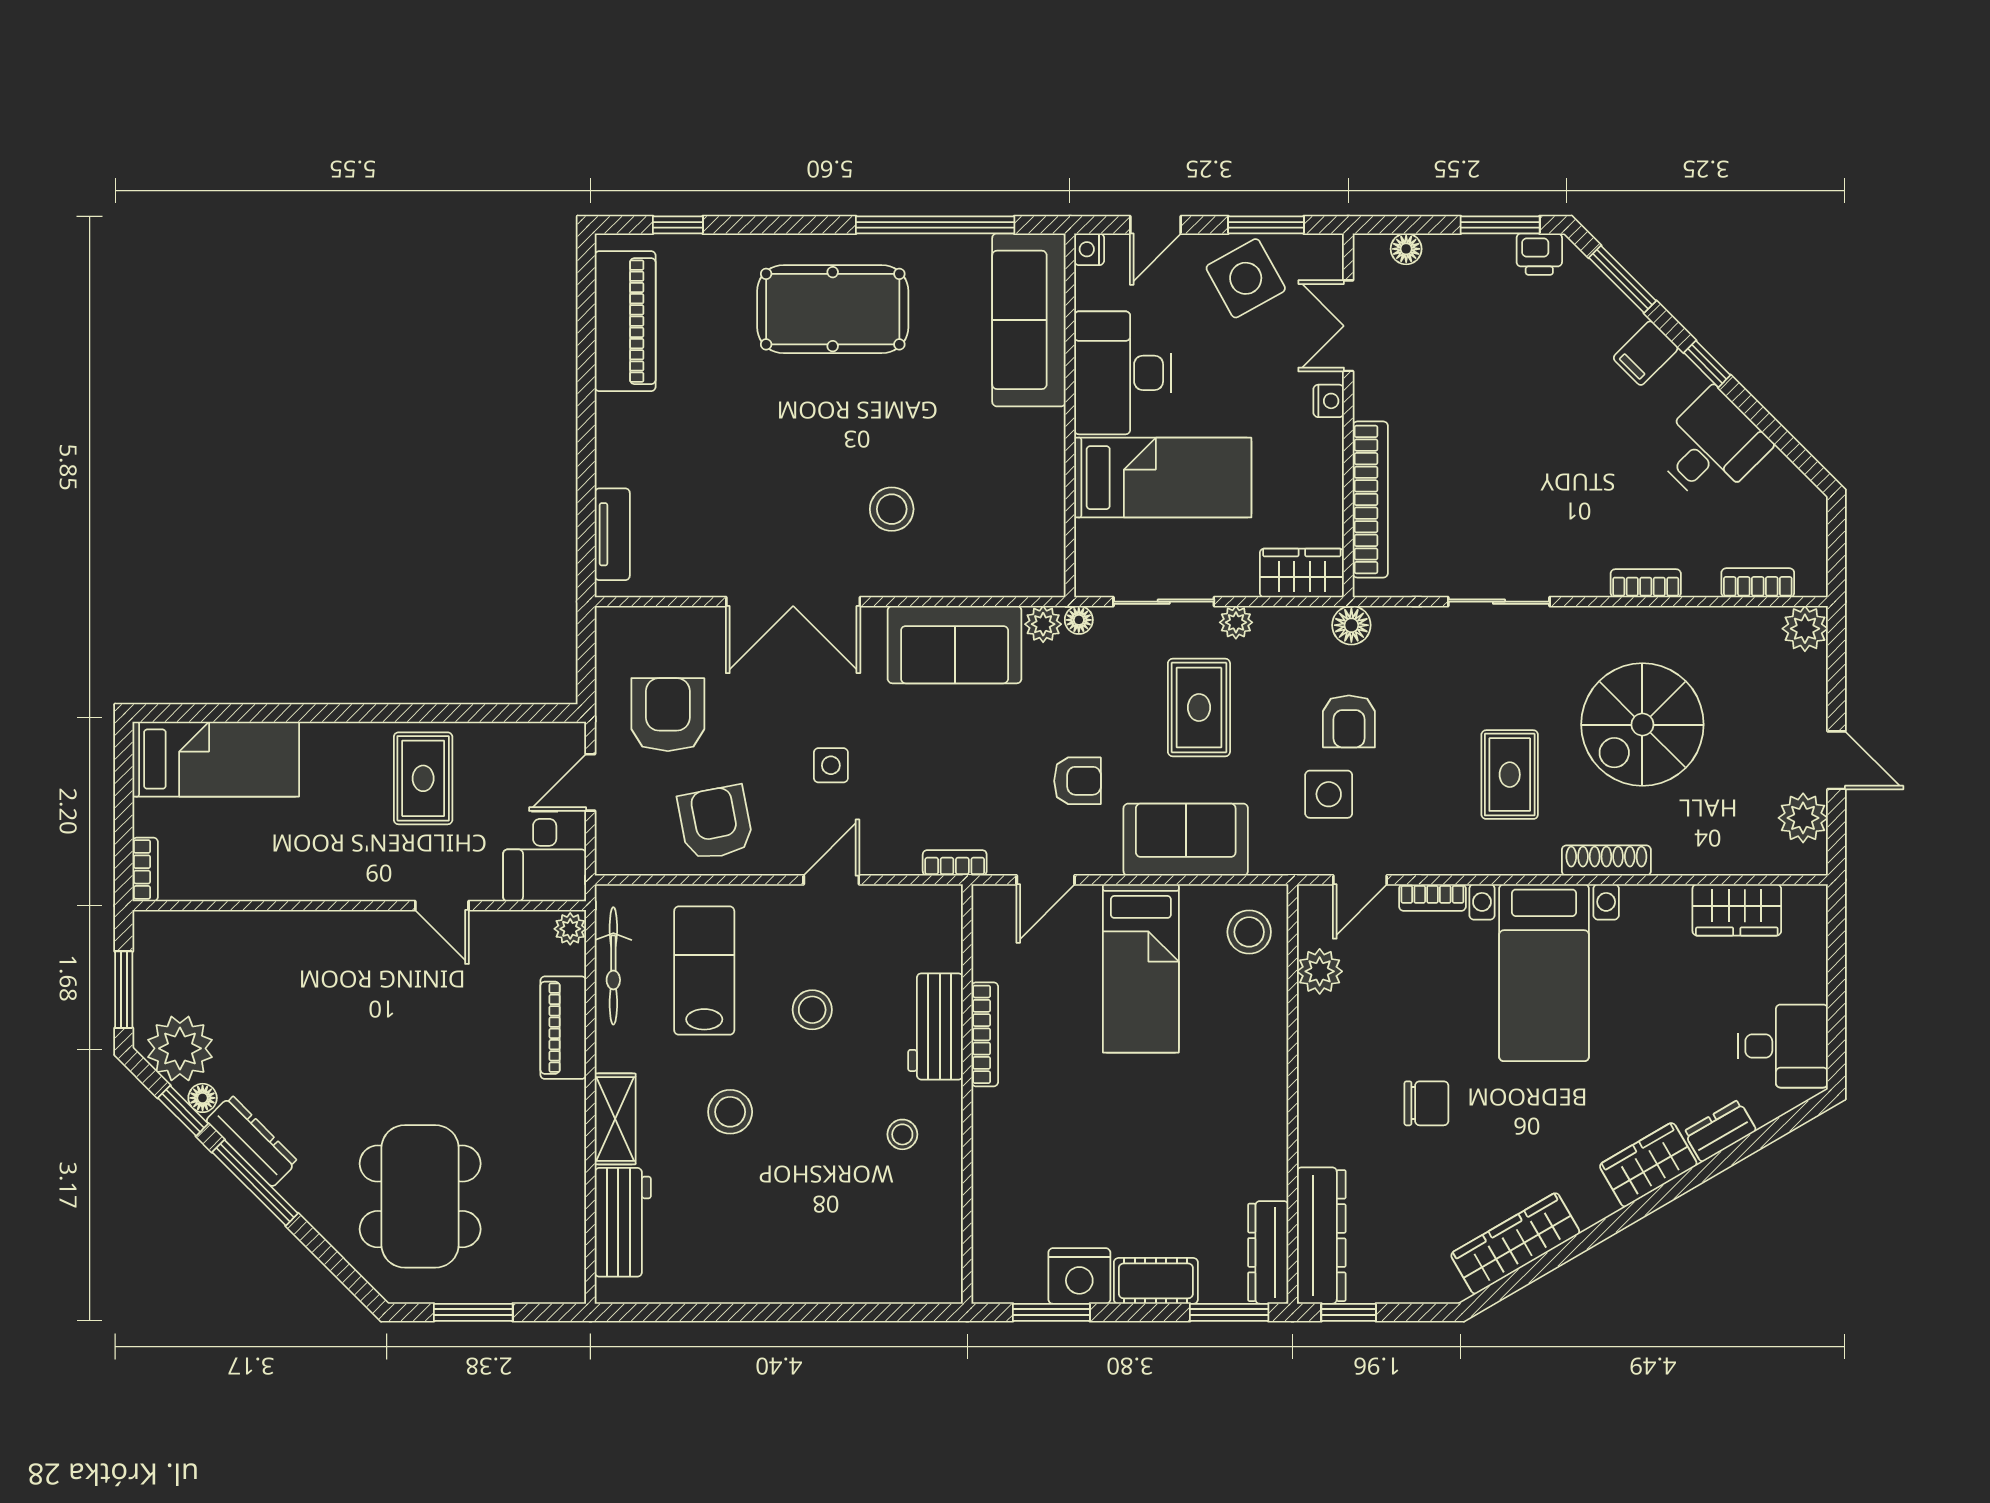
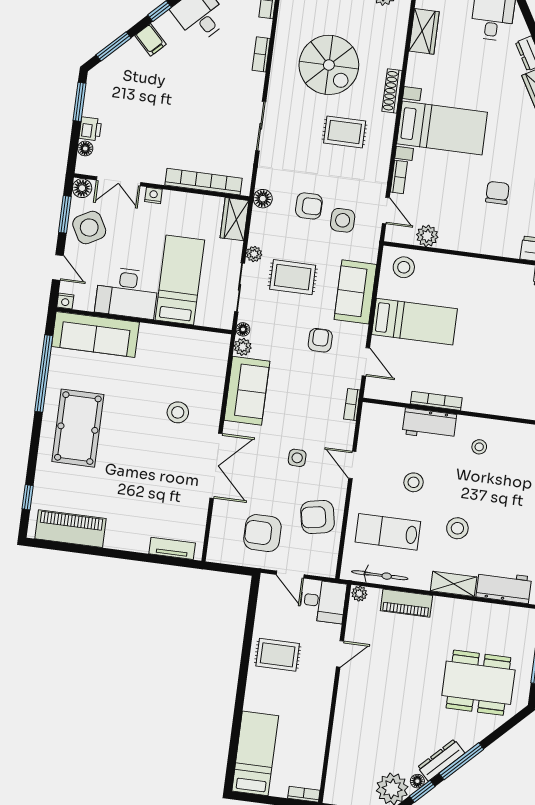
floor lamp: (1324, 253) -> (82, 188), added
printer: (1539, 254) -> (90, 129), moved

